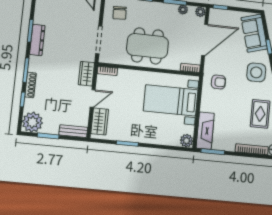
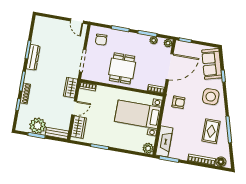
dining table: (148, 46) -> (122, 68), width x0.73
plant: (32, 122) -> (38, 126), moved

